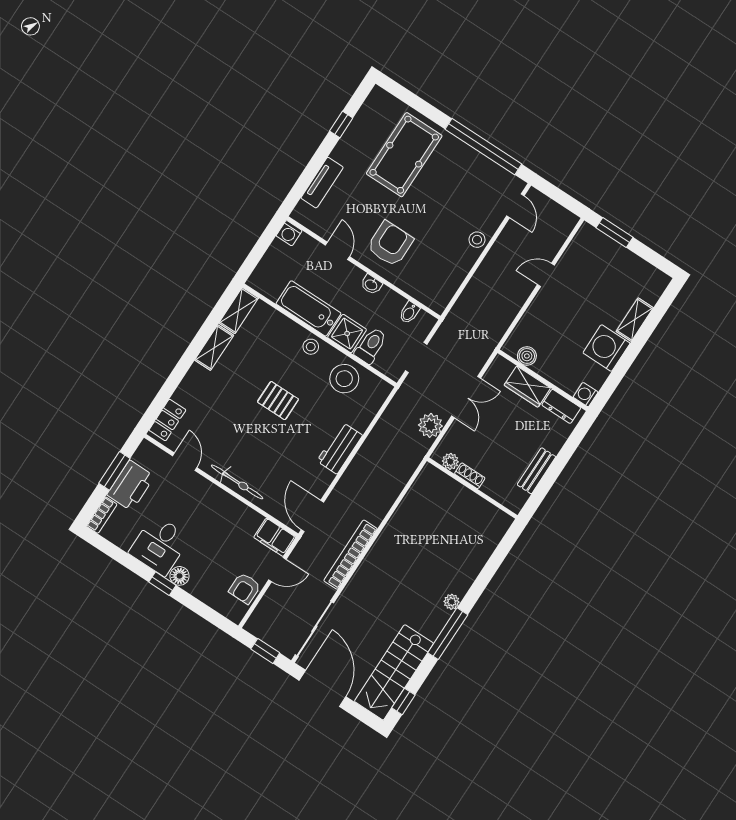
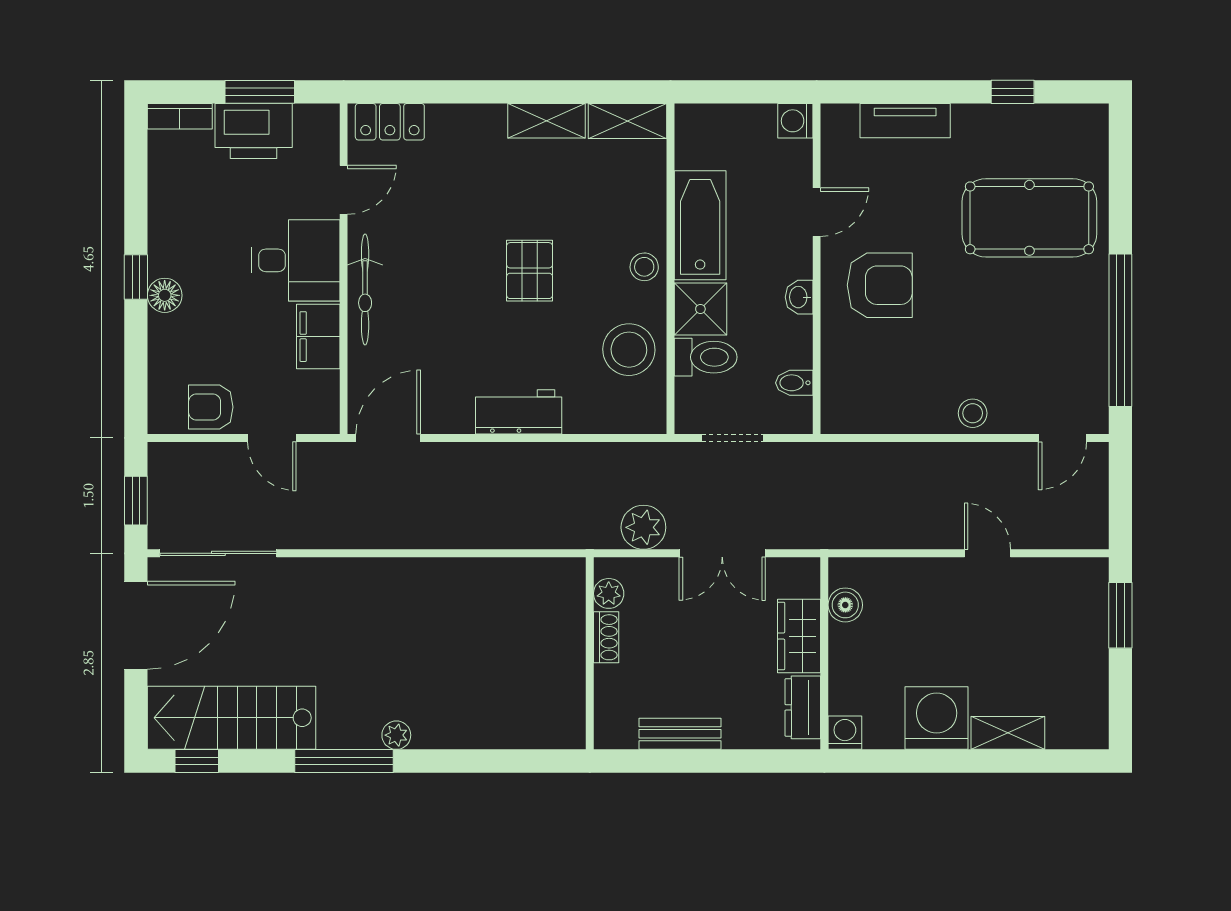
filing cabinet: (275, 537) -> (318, 337), moved
desk: (159, 545) -> (296, 260), moved, turned 180
bookcase: (350, 555) -> (367, 534), removed

